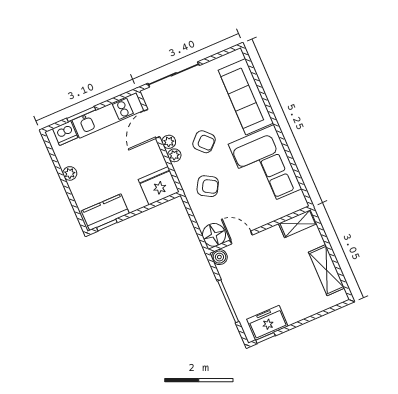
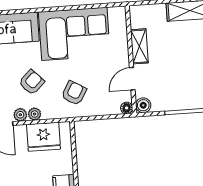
fridge: (159, 186) -> (43, 137), moved, turned -90
shelving: (298, 224) -> (139, 46), moved
floor lamp: (214, 235) -> (127, 108), width x0.53, depth x0.53

